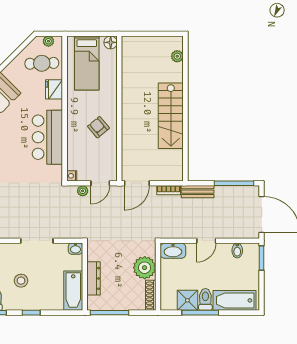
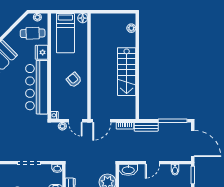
bar counter: (47, 137) -> (37, 87), width x1.36
door: (100, 183) -> (75, 121), hinge flipped

